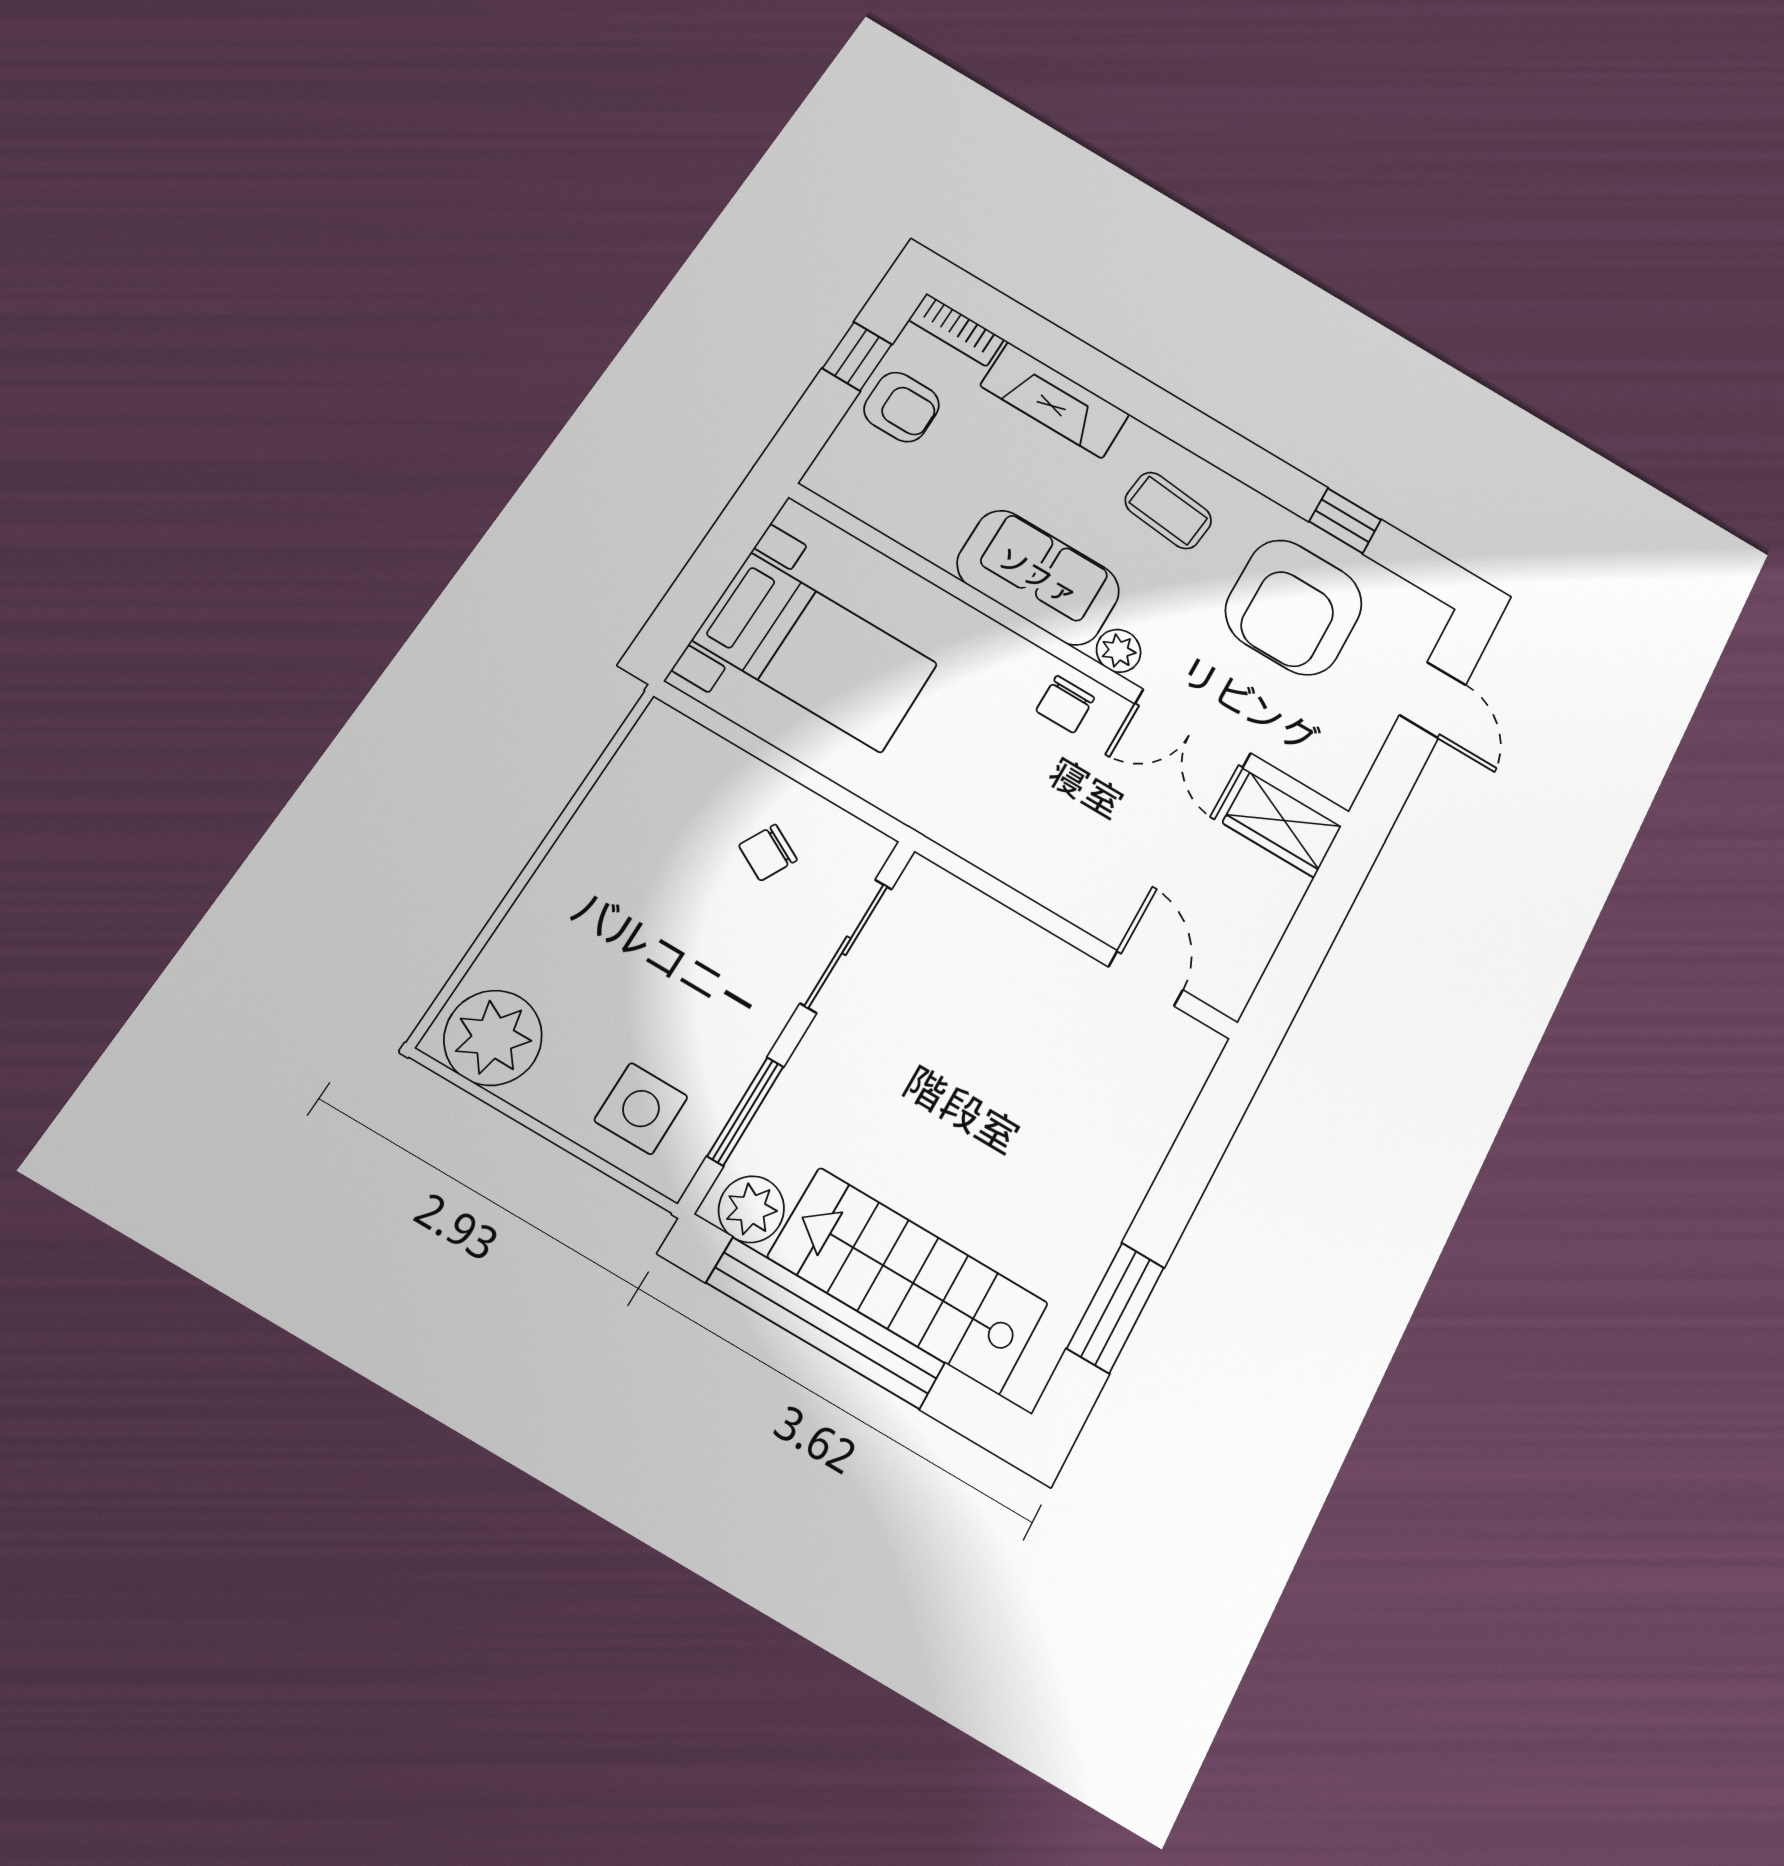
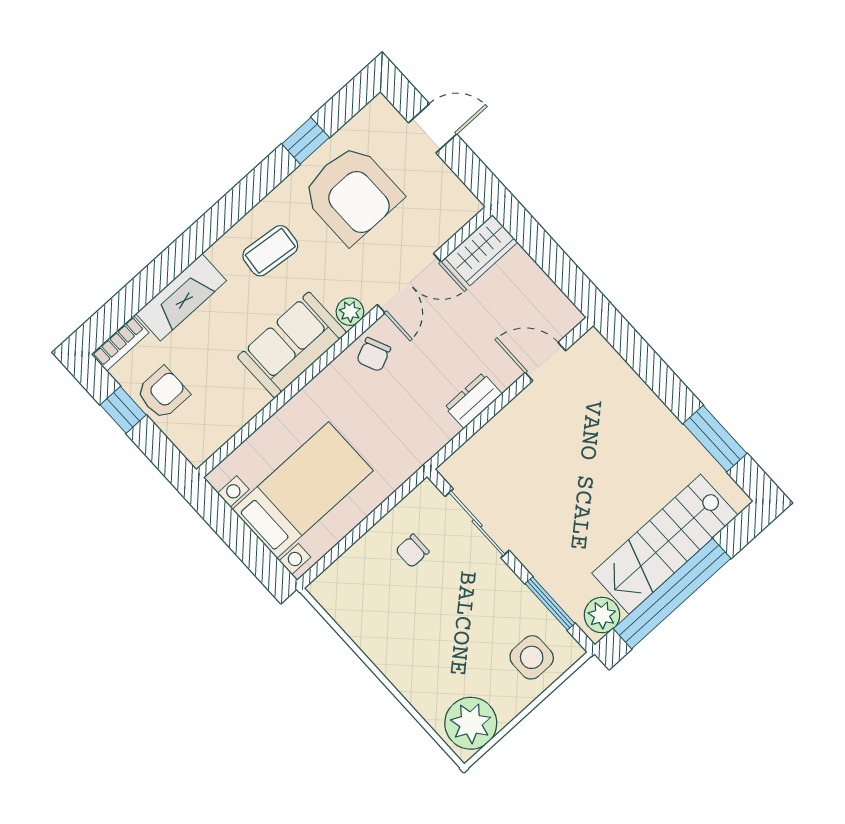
chair: (1065, 704) -> (374, 355), turned 66
chair: (768, 853) -> (412, 551), turned 62
dresser: (1045, 881) -> (473, 401), added

